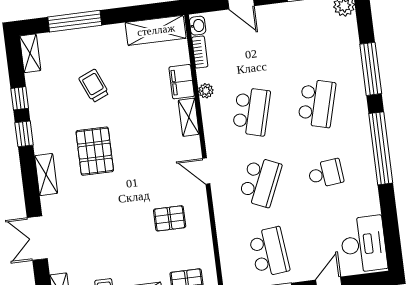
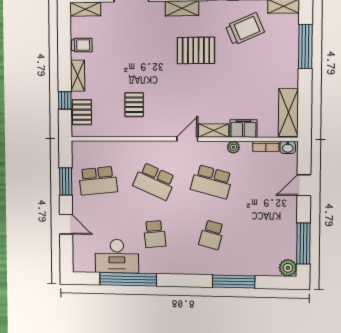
trolley: (94, 86) -> (245, 29), moved, width x1.36, depth x1.39
school desk: (317, 103) -> (212, 235), width x0.54
window: (381, 148) -> (128, 279), moved
door: (206, 171) -> (187, 139), moved
desk: (363, 244) -> (117, 256), moved

